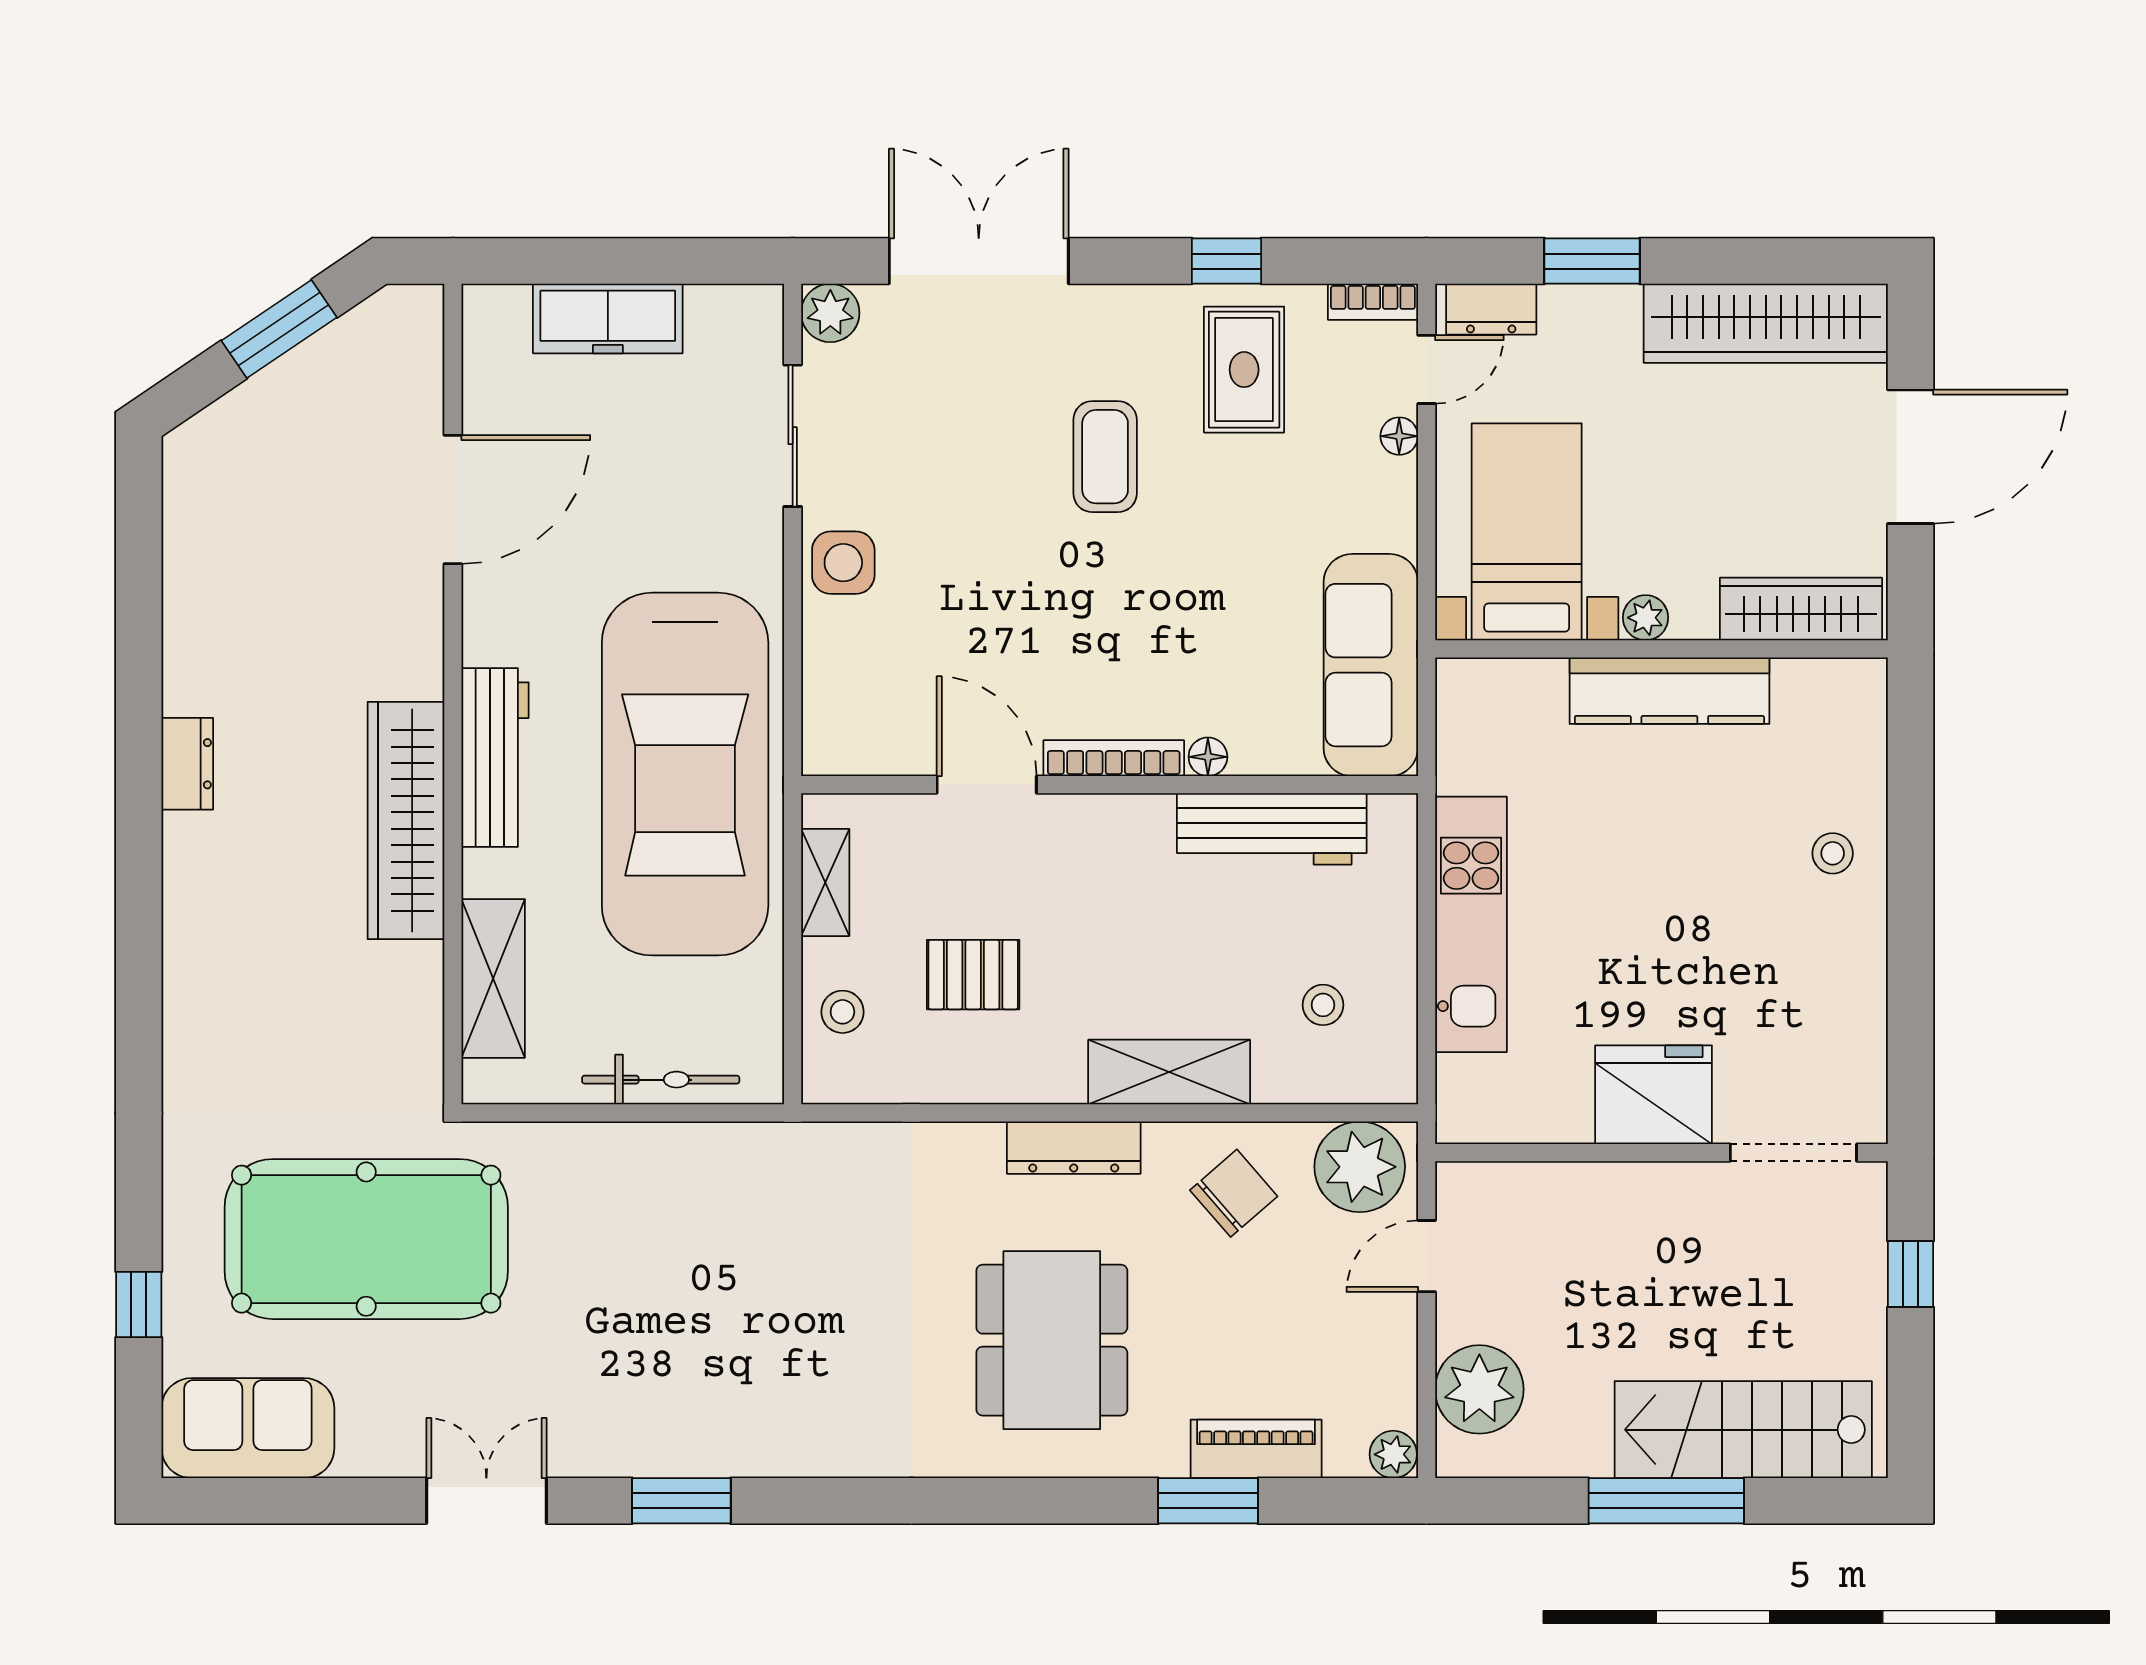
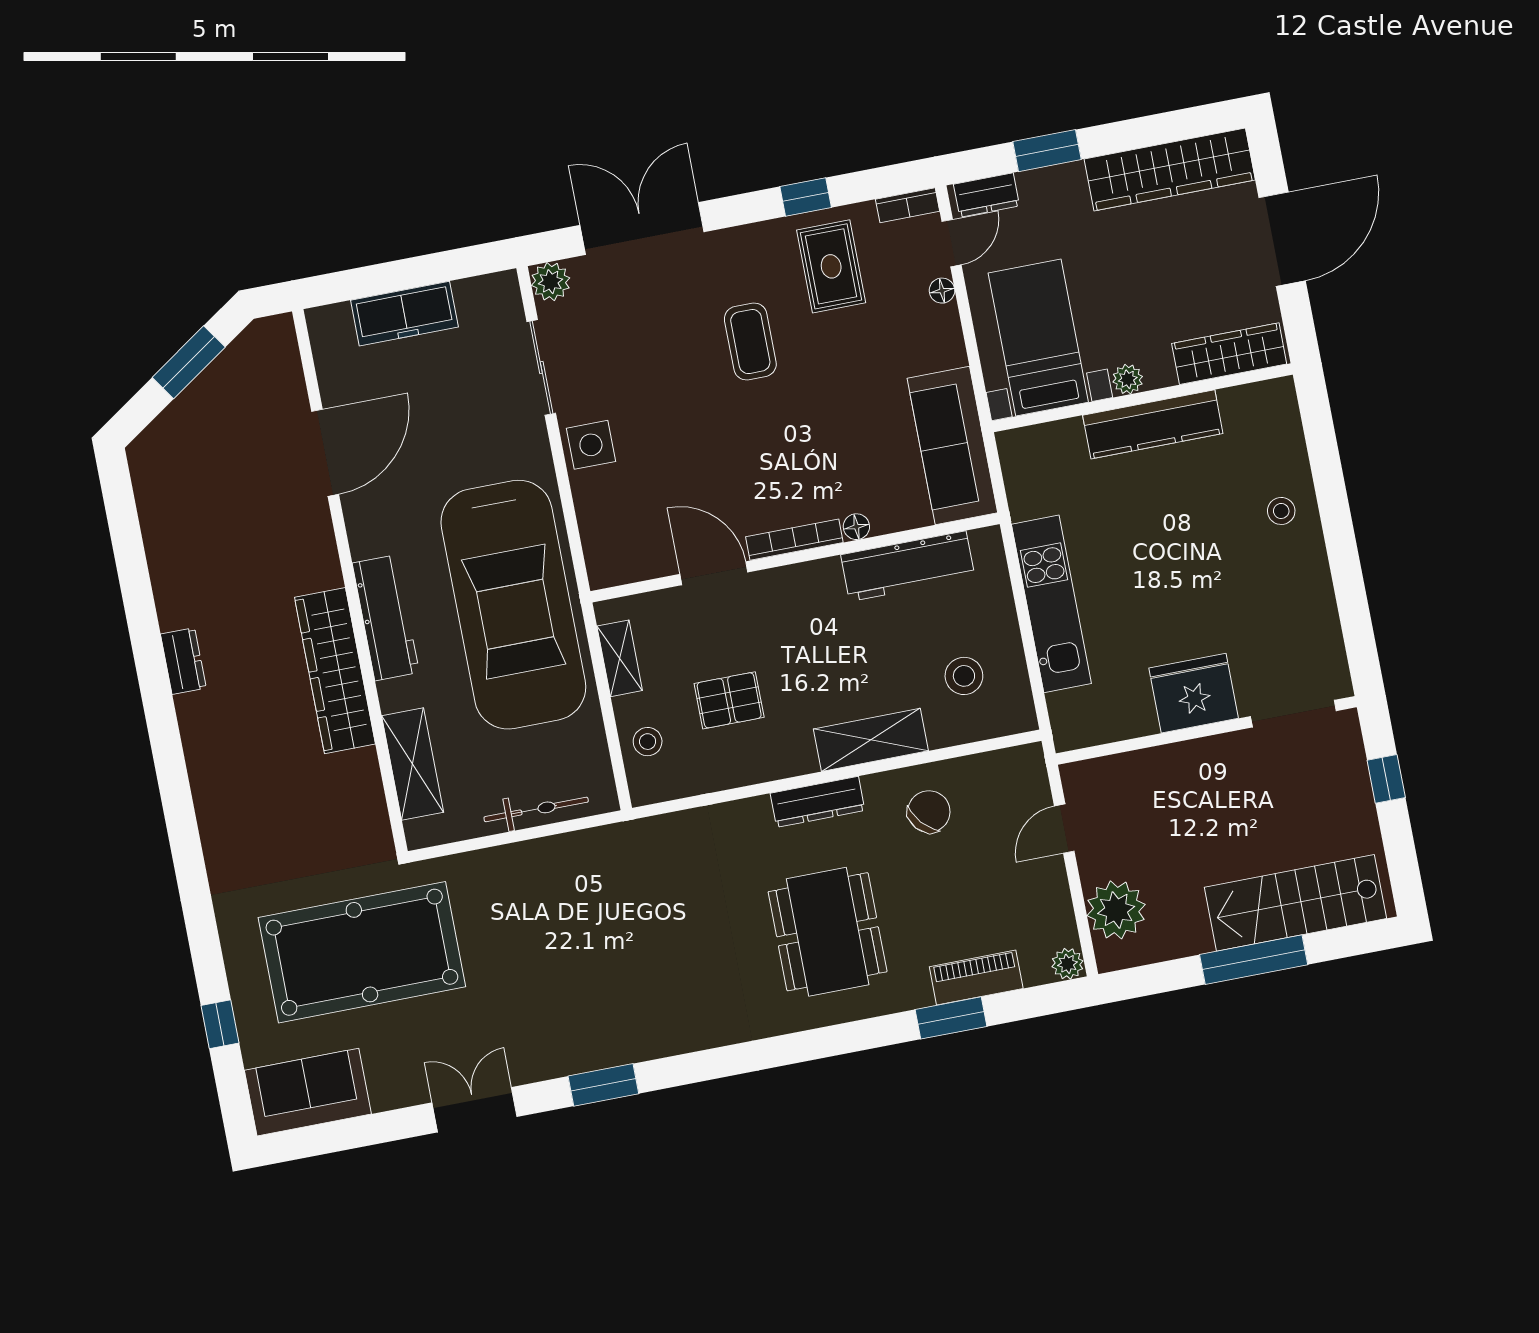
stool: (1323, 1005) -> (964, 676), width x1.37, depth x1.37
plant: (1360, 1167) -> (1009, 778), removed

